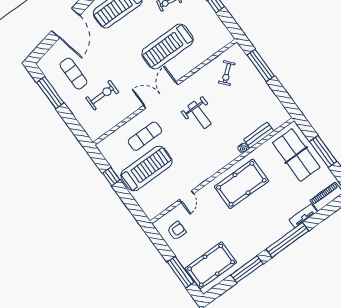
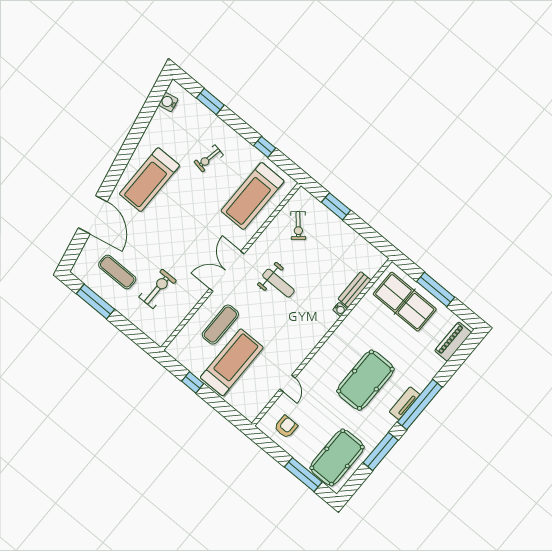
treadmill: (167, 46) -> (252, 196), moved
window: (261, 65) -> (336, 206), width x0.69
pool table: (241, 184) -> (365, 380), moved
tv unit: (303, 216) -> (405, 403), moved

